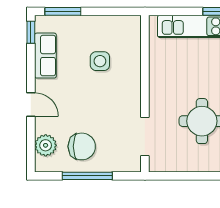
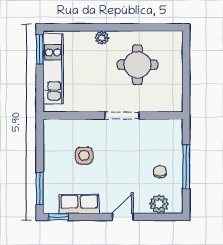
doorway: (145, 136) -> (122, 115), moved
chair: (82, 146) -> (160, 172), width x0.54, depth x0.54

